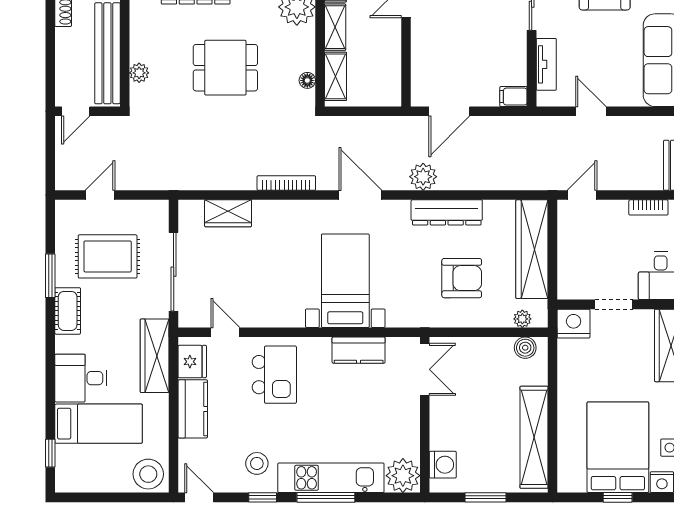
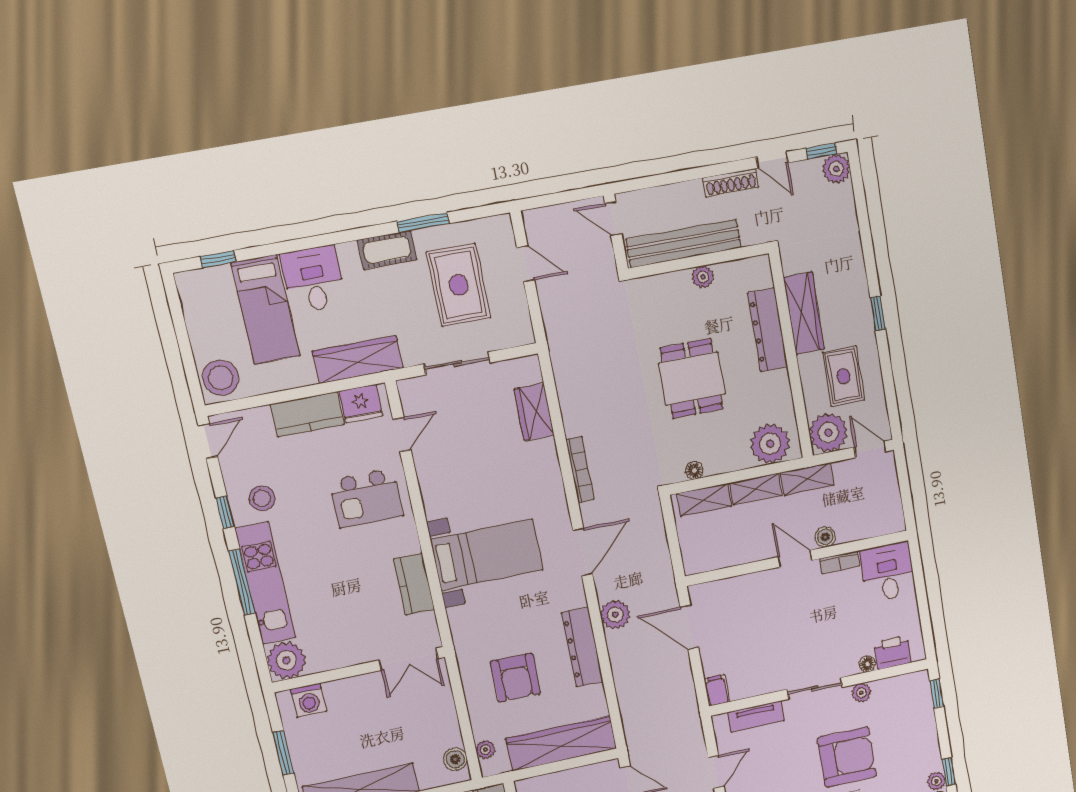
plant: (139, 73) -> (703, 277), moved
sliding door: (174, 272) -> (457, 363), width x0.73

